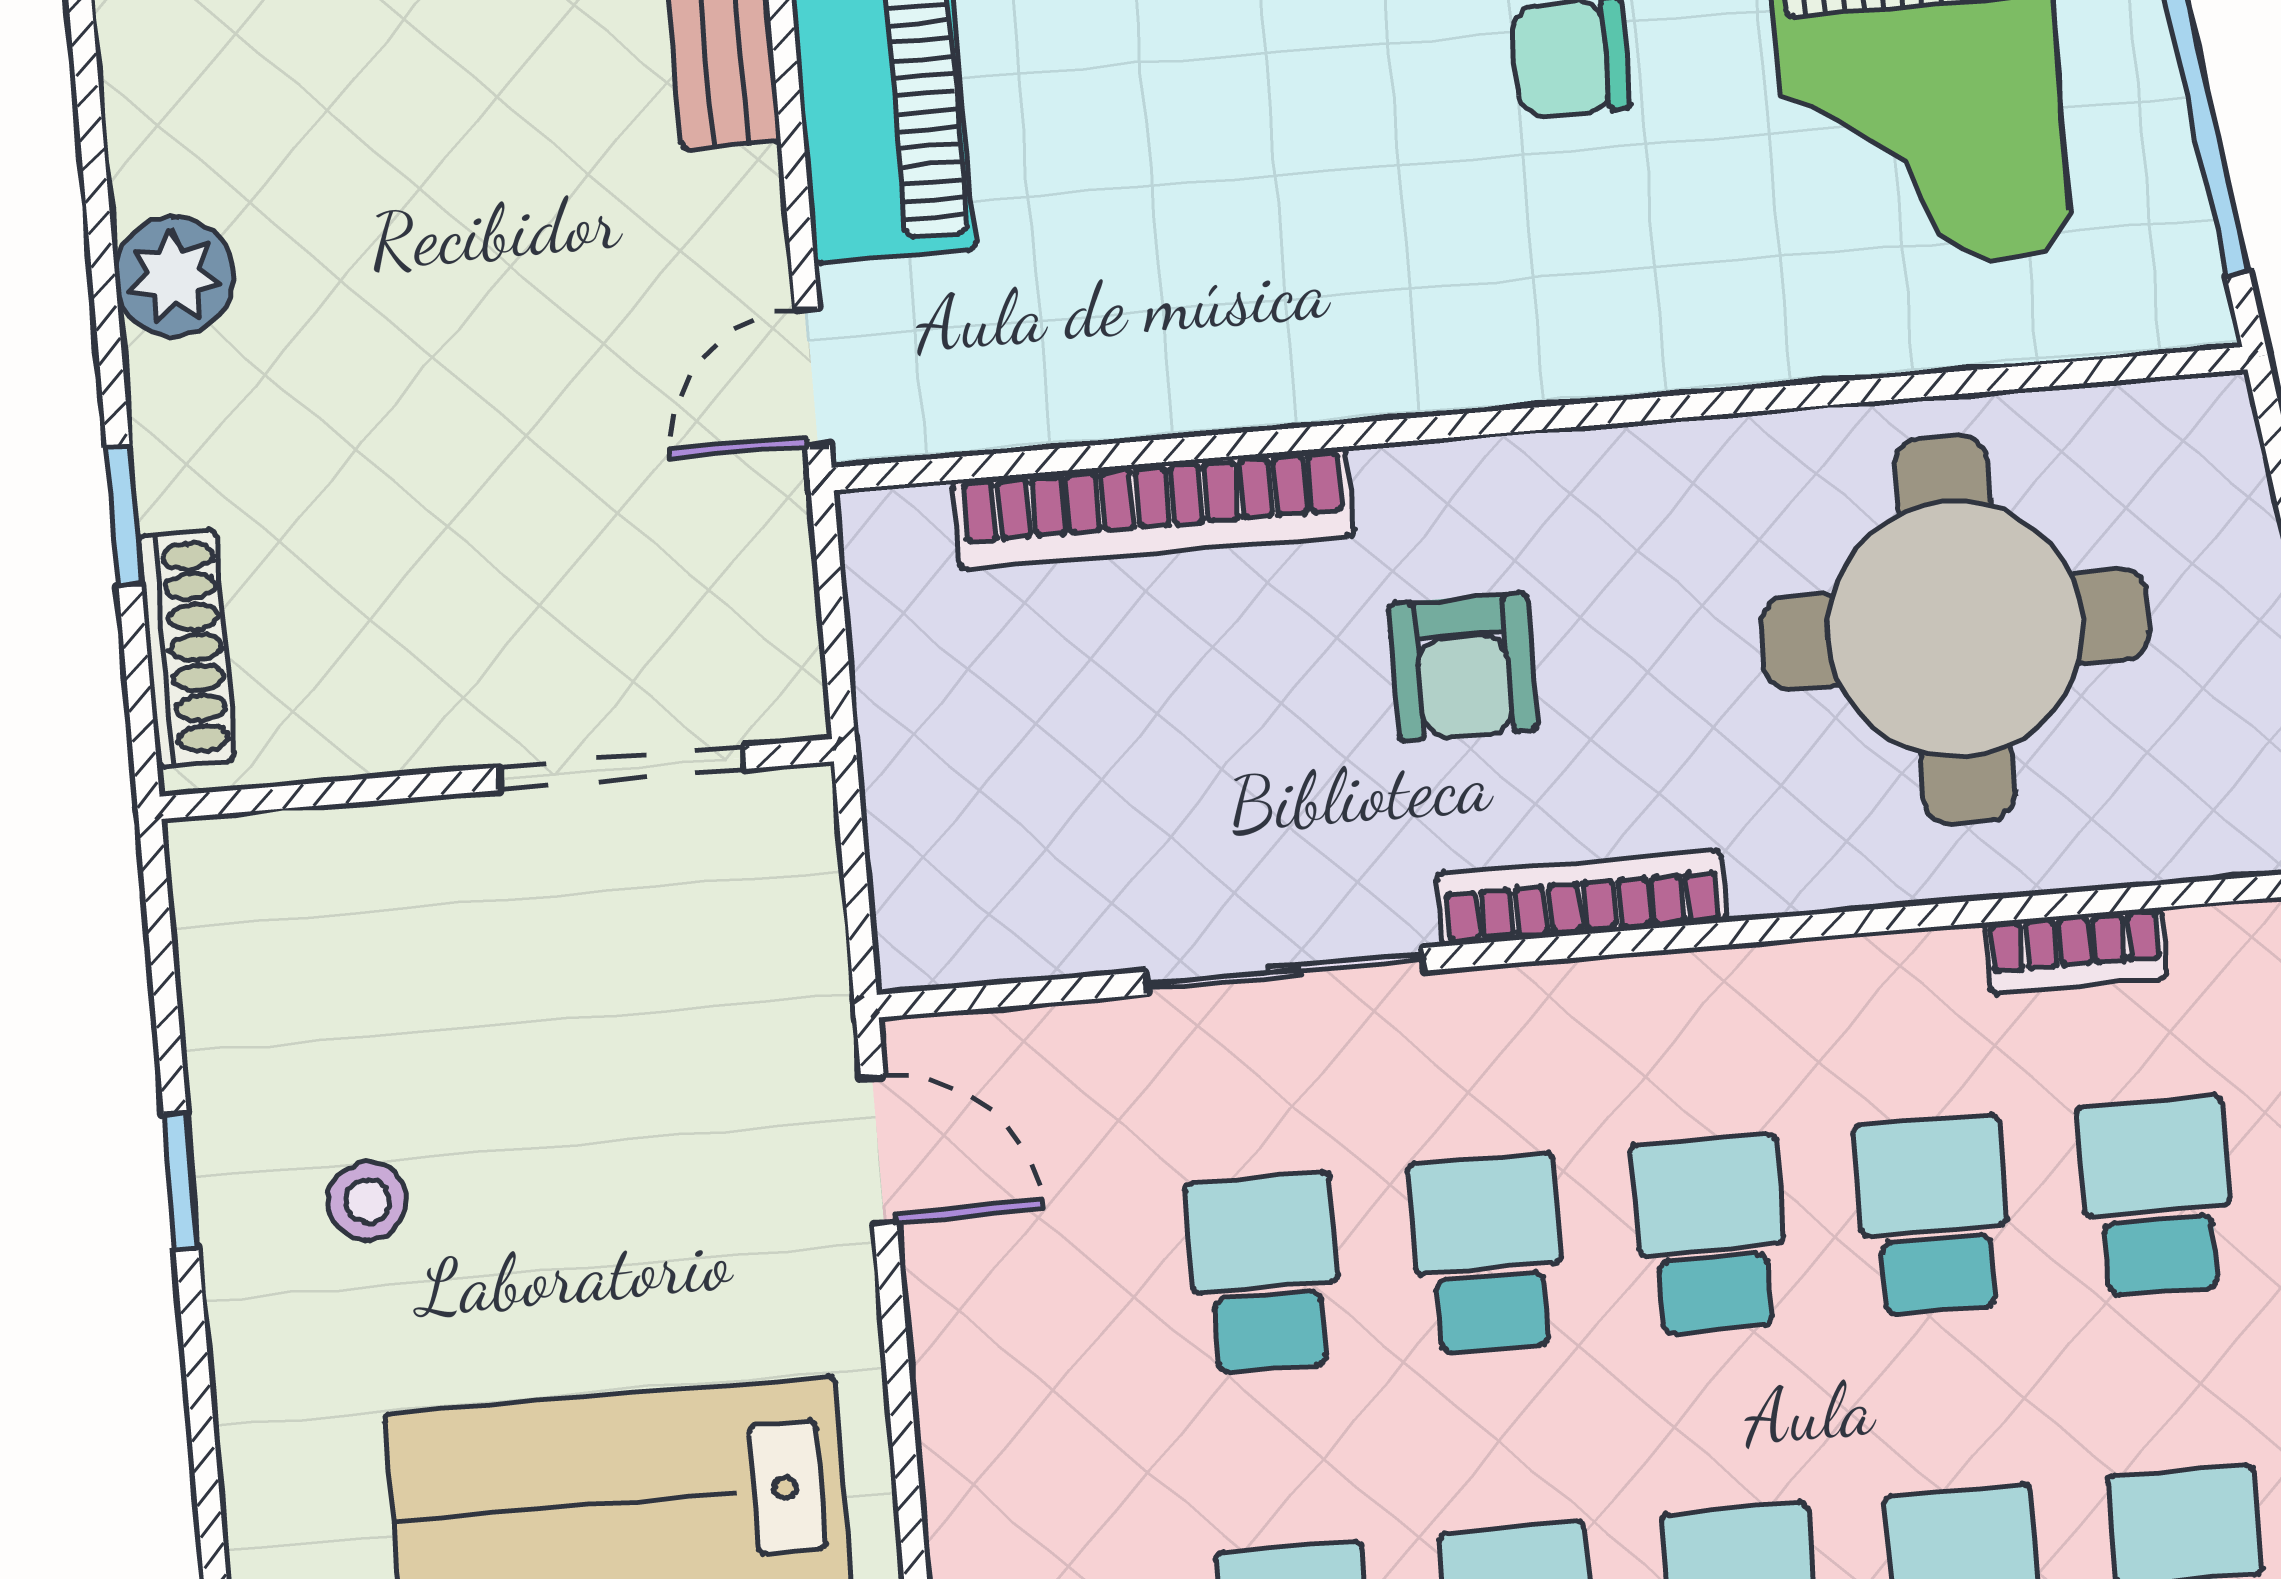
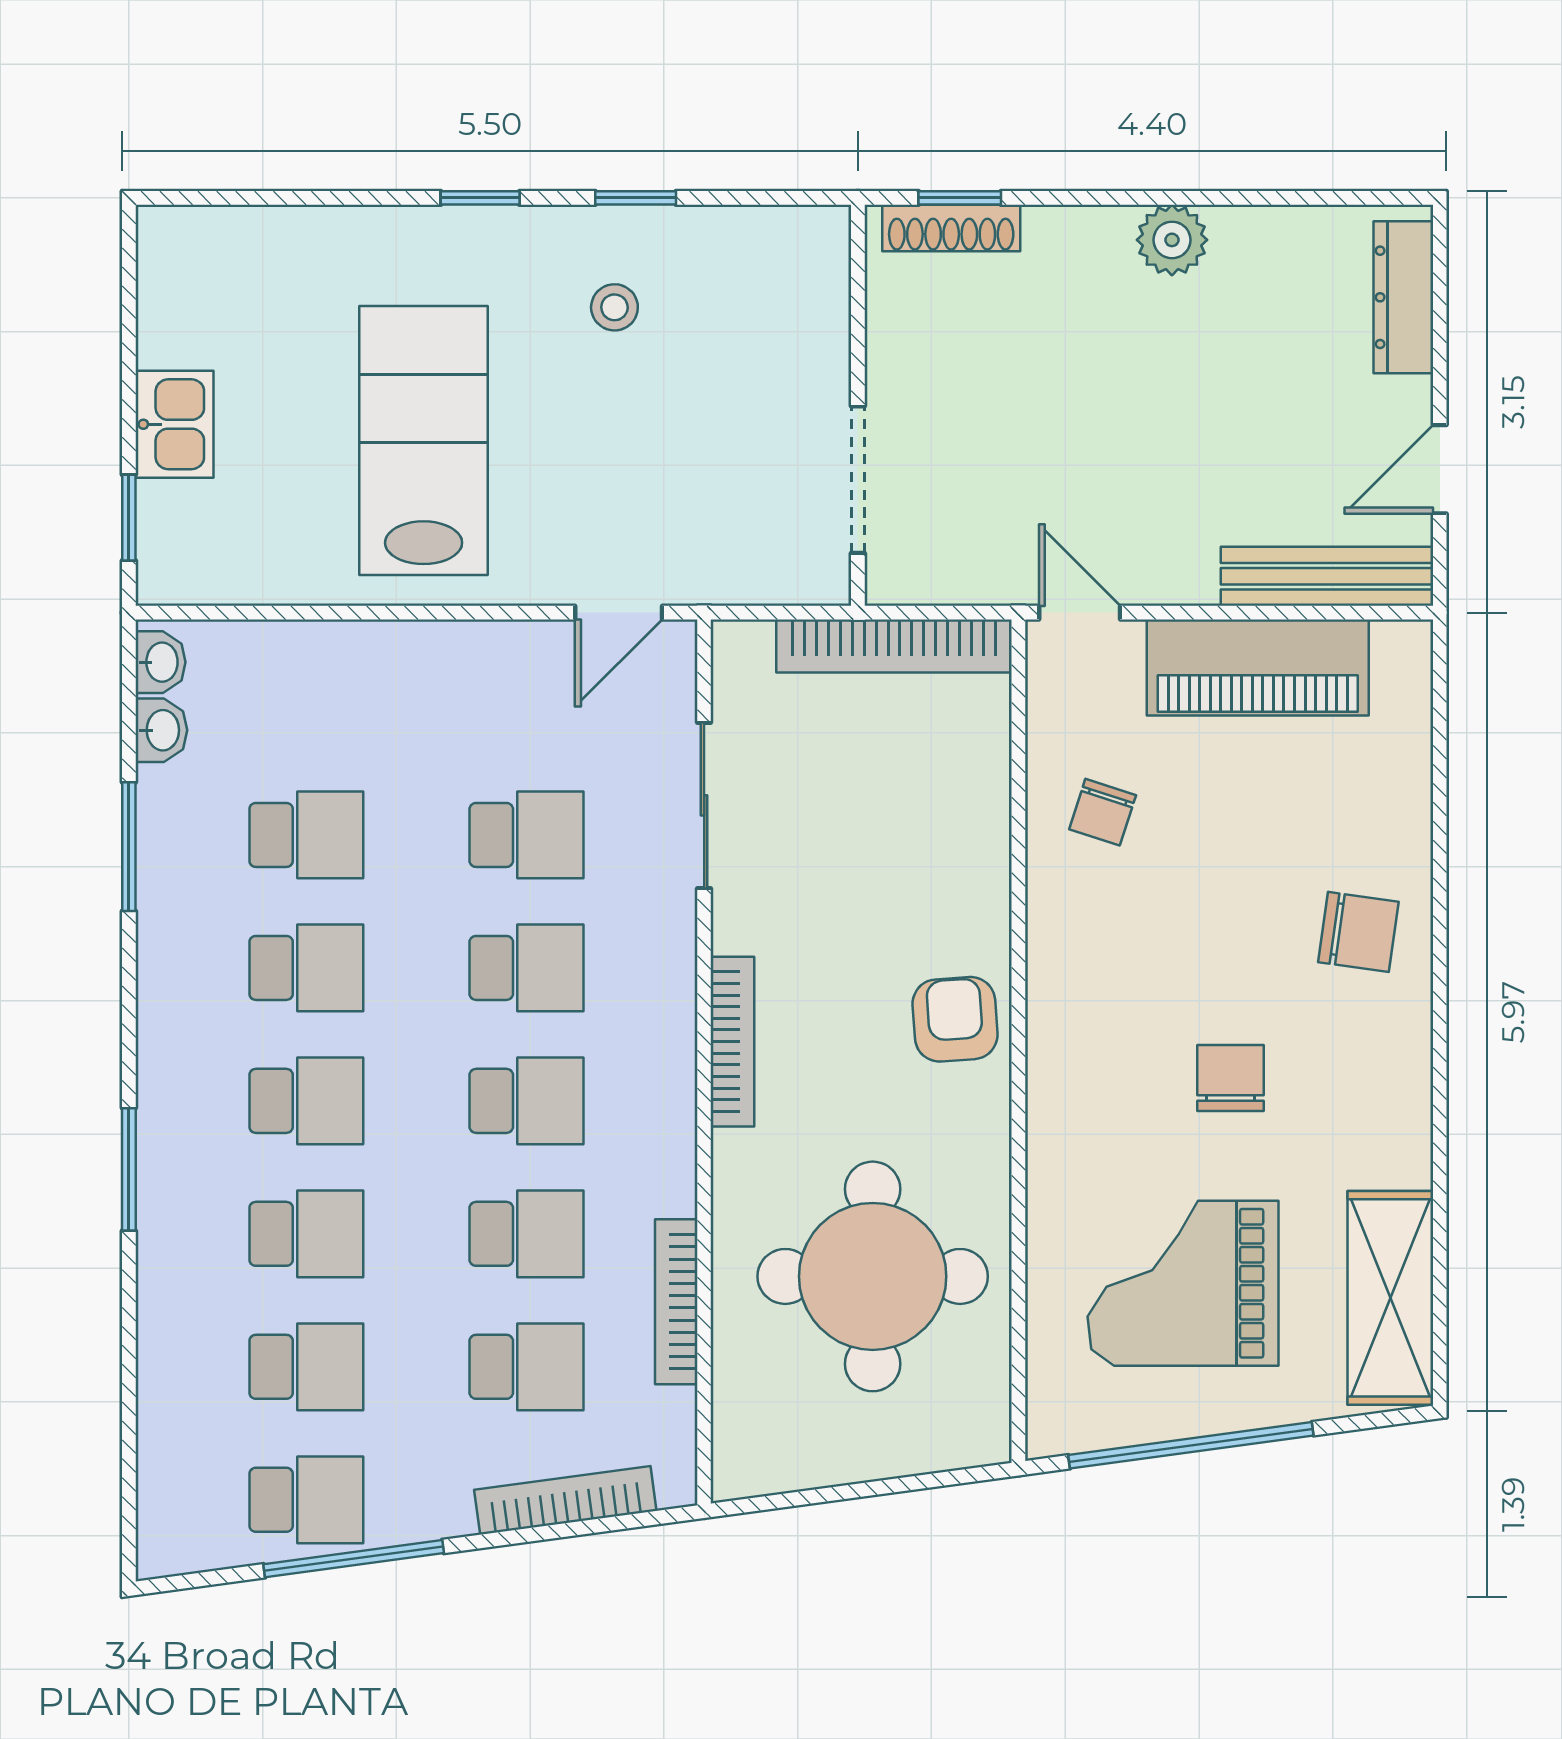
chair: (1144, 310) -> (1103, 812), added
bookcase: (1153, 508) -> (894, 646), moved, turned -90
window: (124, 515) -> (960, 198), moved
armchair: (1463, 667) -> (955, 1019), moved, turned 86
bookcase: (2076, 950) -> (676, 1302), width x1.56
sliding door: (1285, 971) -> (704, 805), moved
window: (204, 1442) -> (480, 198), added

